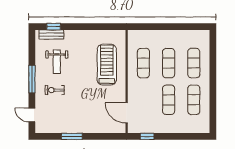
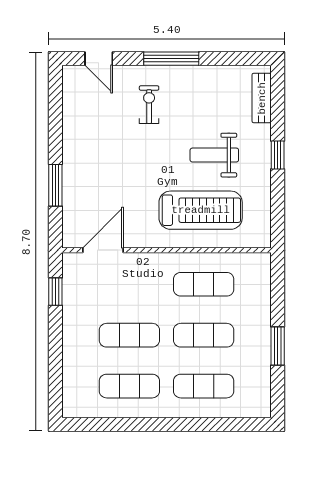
window: (54, 27) -> (278, 155), moved
window: (174, 27) -> (278, 346), added
weight bench: (57, 62) -> (214, 155), moved
door: (32, 115) -> (99, 59), swing flipped
window: (72, 136) -> (55, 185), moved

